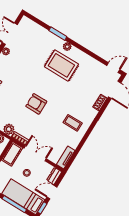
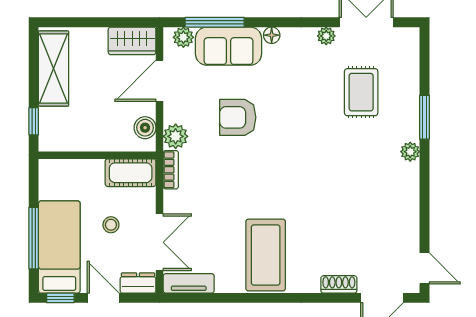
rug: (61, 65) -> (361, 92), moved, width x0.73, depth x0.70
armchair: (36, 104) -> (238, 117), moved, turned -90
coffee table: (73, 123) -> (266, 255), width x1.86, depth x1.72
double door: (35, 153) -> (160, 242), moved

